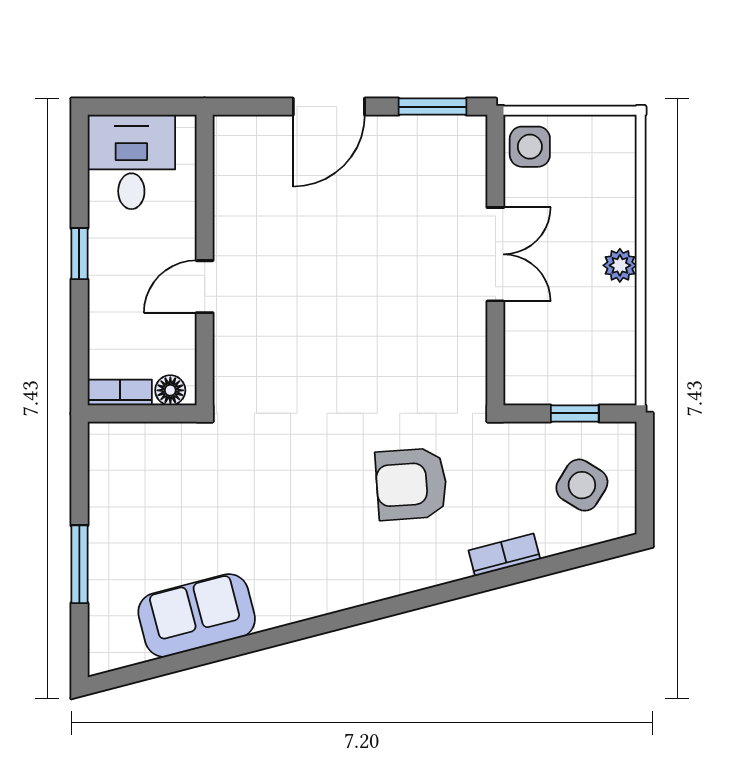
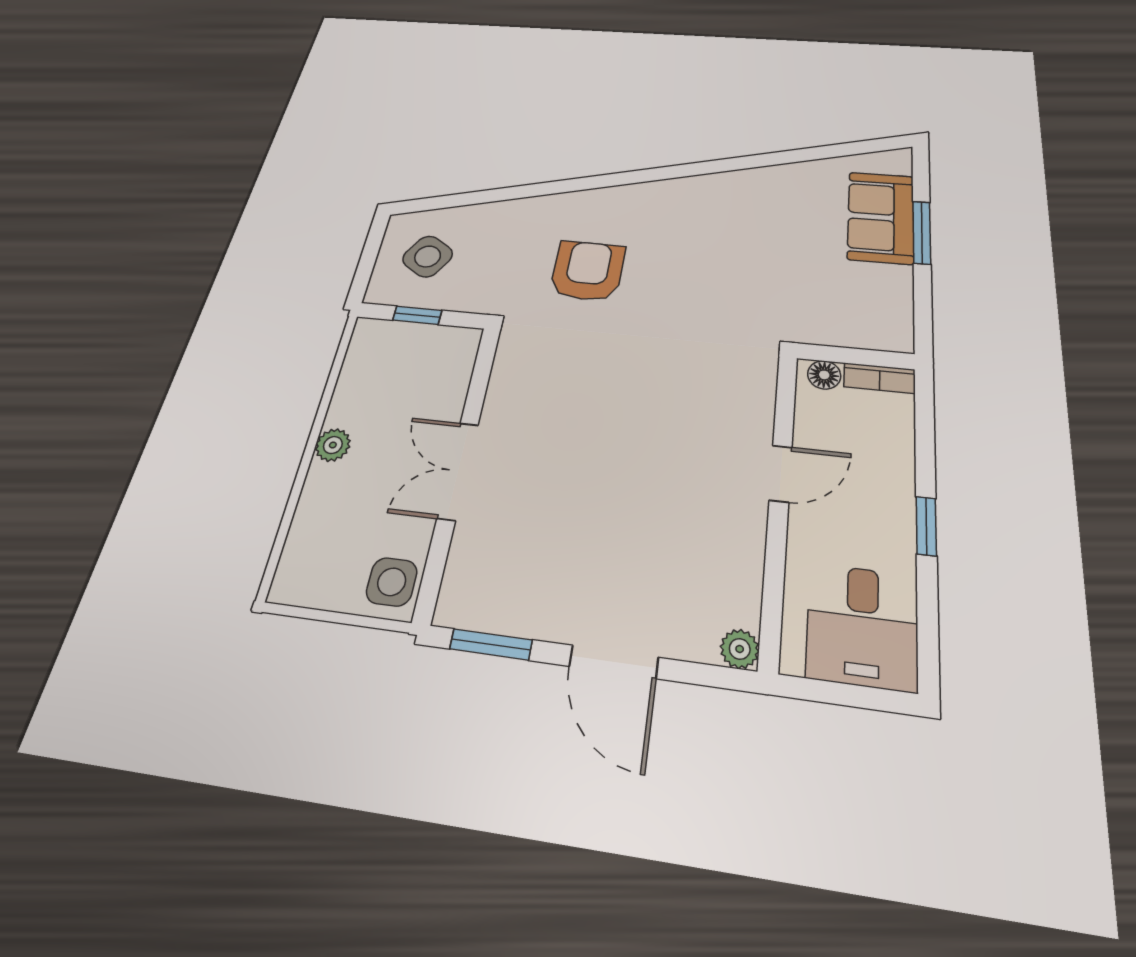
door: (329, 107) -> (614, 662), swing flipped
plant: (228, 130) -> (740, 649), added
armchair: (411, 484) -> (588, 271), turned -85
bookcase: (504, 555) -> (513, 209), removed
sofa: (197, 615) -> (881, 217), moved, turned 105

